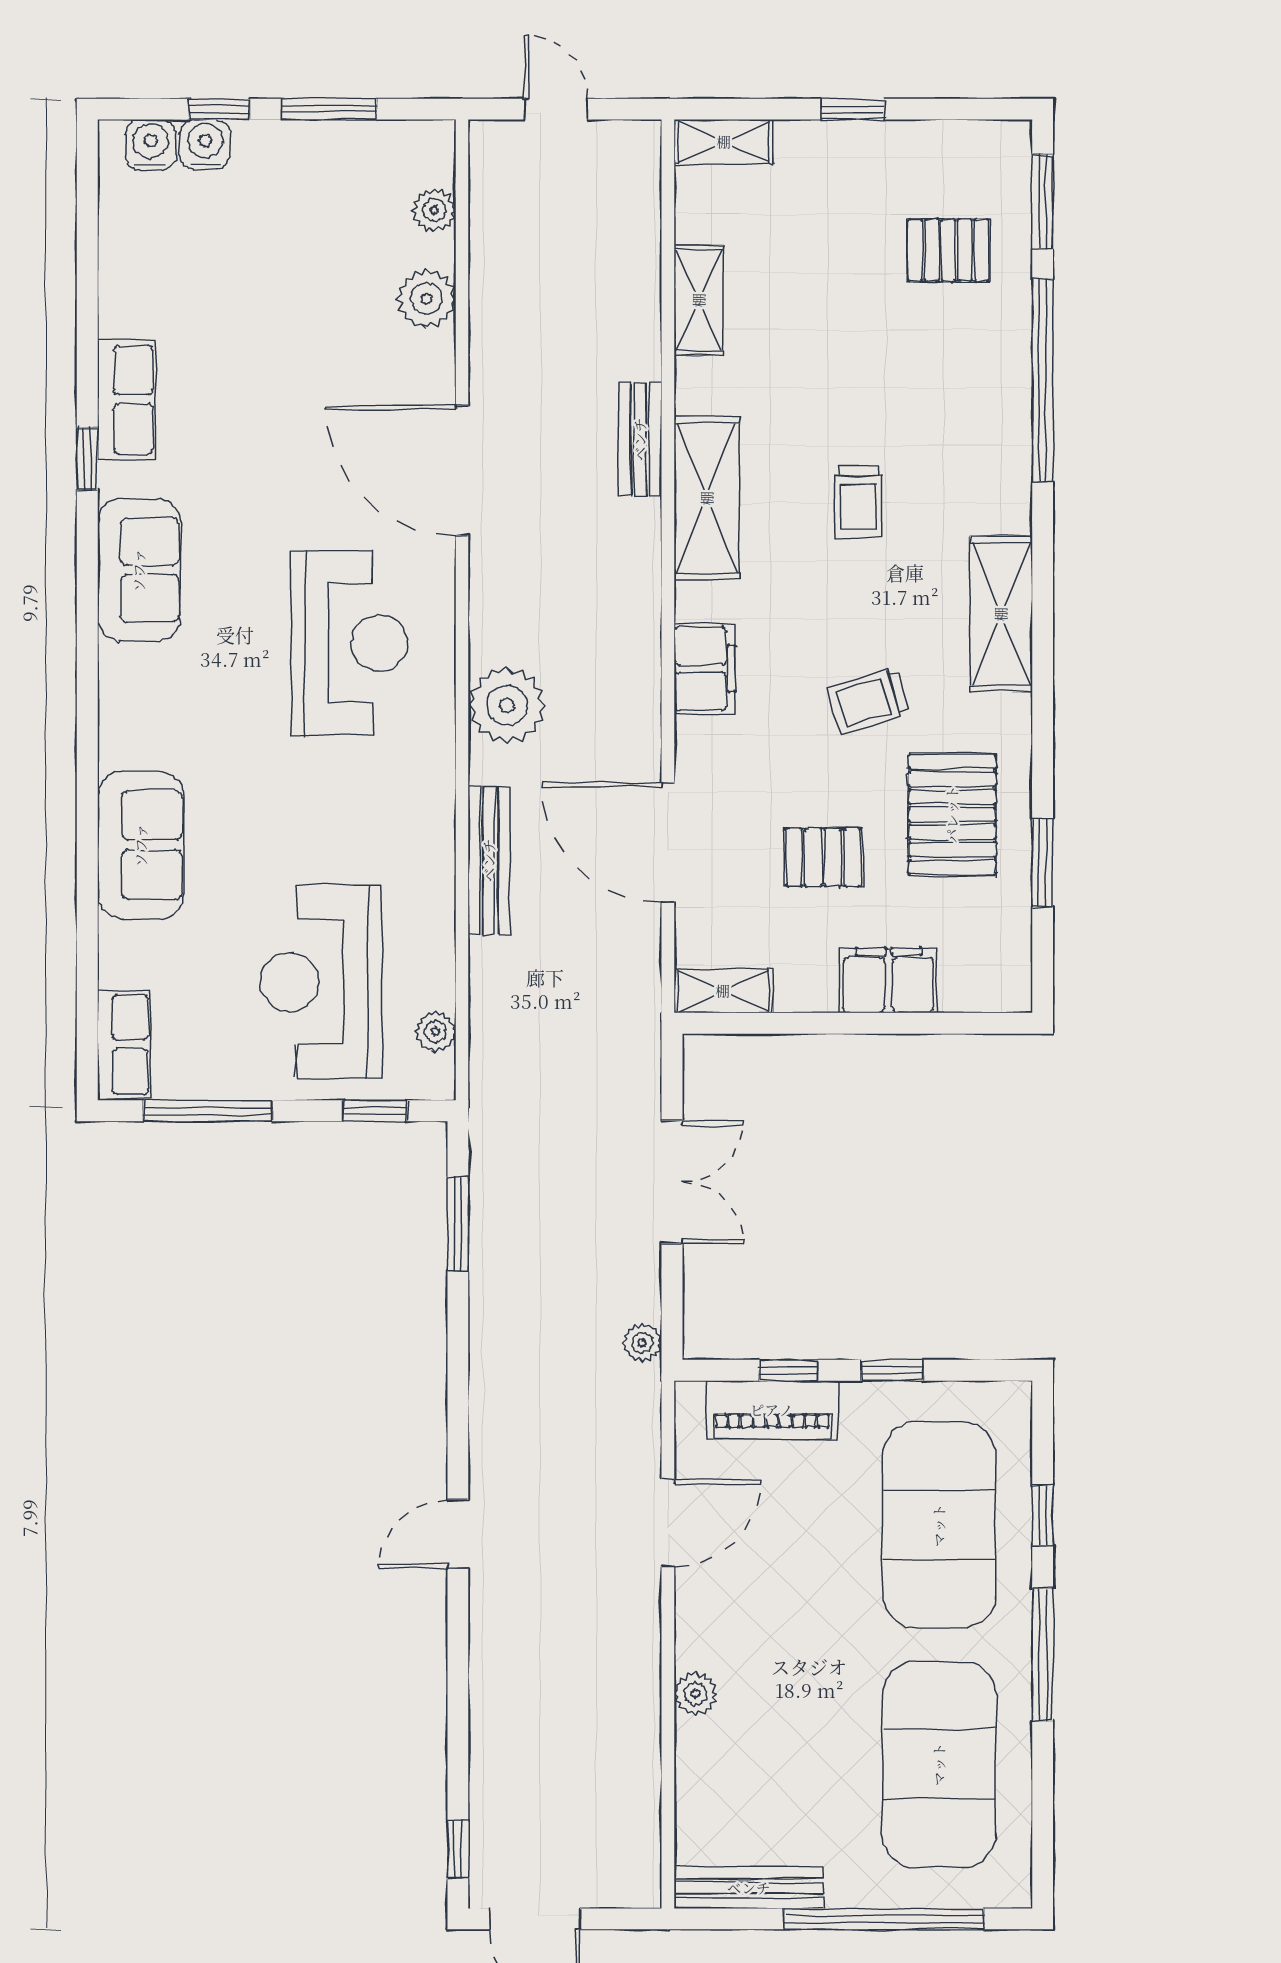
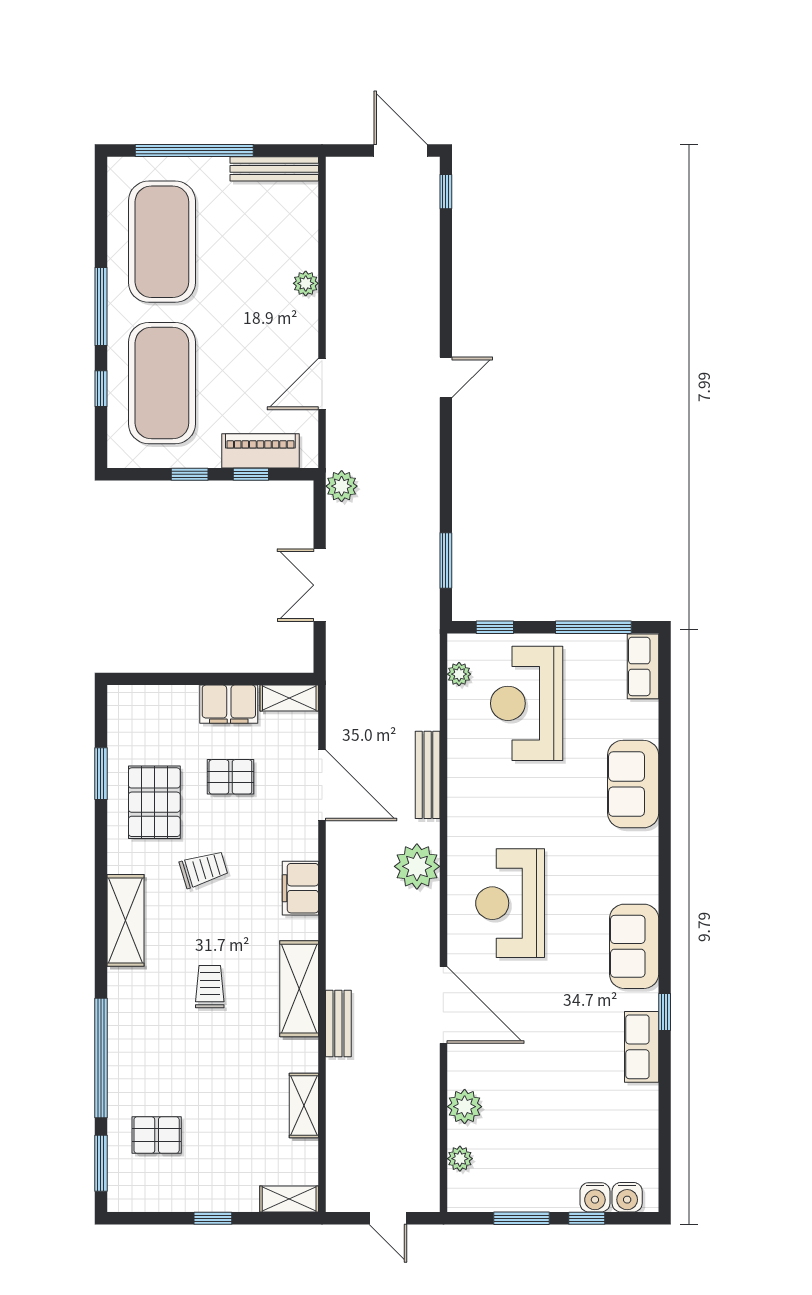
filing cabinet: (889, 980) -> (229, 704), moved
reception desk: (321, 982) -> (527, 703), turned 180
plant: (642, 1343) -> (342, 486), width x1.38, depth x1.38

